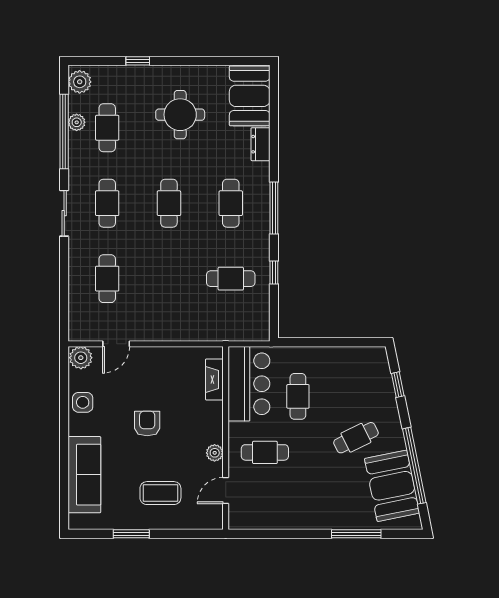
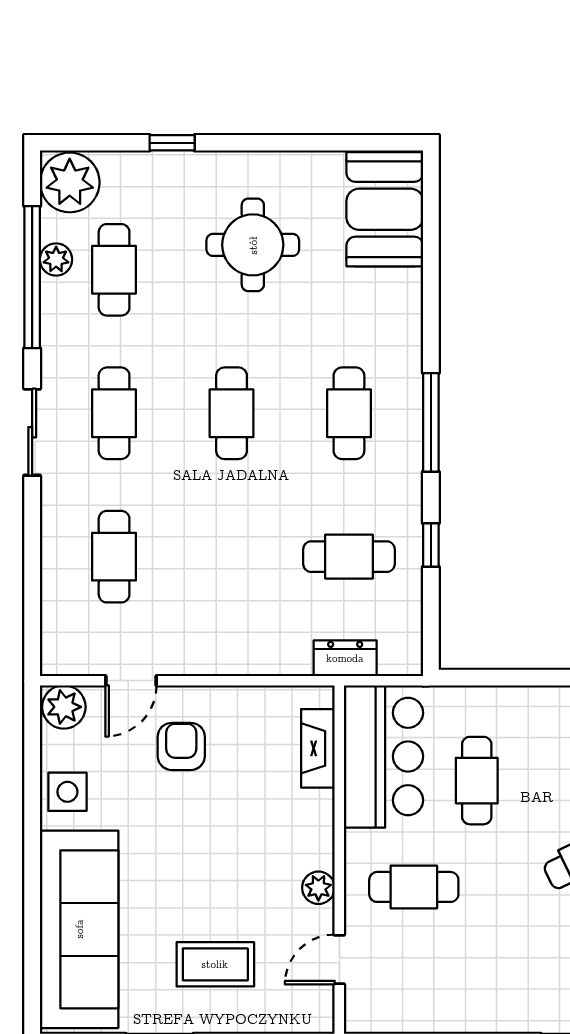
plant: (80, 82) -> (70, 182), width x1.36, depth x1.36
dresser: (260, 144) -> (345, 658), moved, turned 90
armchair: (147, 423) -> (181, 746), moved
sofa: (84, 475) -> (79, 929), width x1.36, depth x1.27

